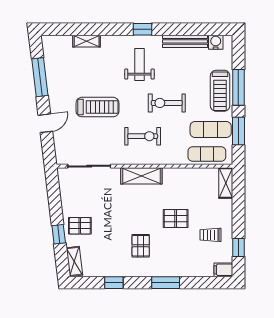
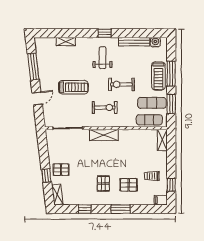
pallet: (176, 219) -> (129, 185), moved

